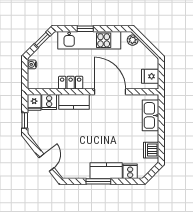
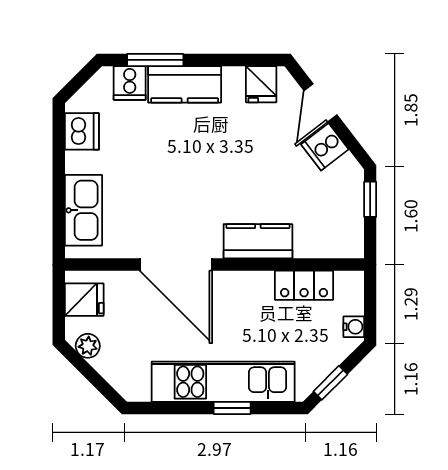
plant: (133, 40) -> (88, 346), moved
locker: (71, 83) -> (304, 285), moved
fridge: (34, 102) -> (261, 84), moved, turned 180
cooker: (49, 102) -> (325, 147), moved, turned -128
window: (98, 181) -> (155, 60), moved

